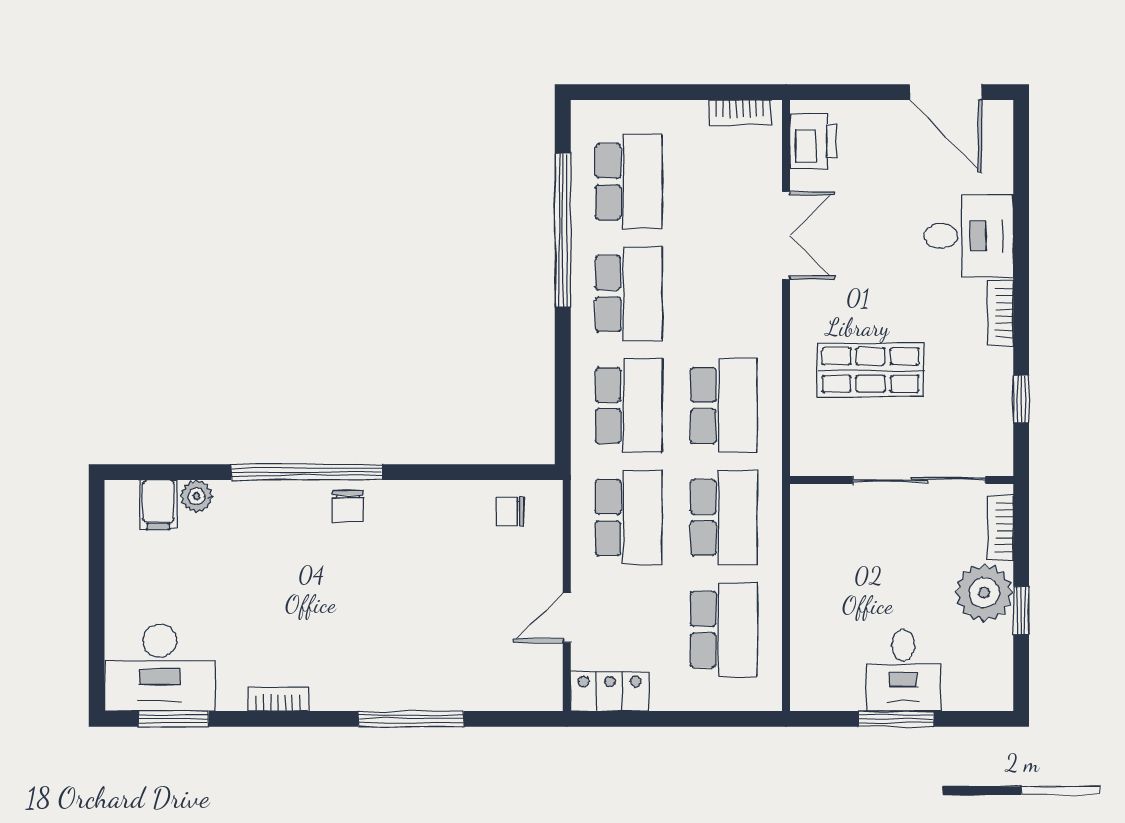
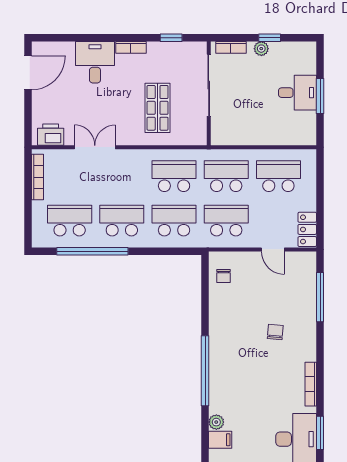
bookcase: (740, 112) -> (37, 177), width x1.56
chair: (348, 506) -> (275, 332), moved, turned -85
plant: (984, 593) -> (261, 49), width x0.53, depth x0.53
bookcase: (278, 699) -> (311, 384), width x1.56
window: (411, 719) -> (320, 297), moved

